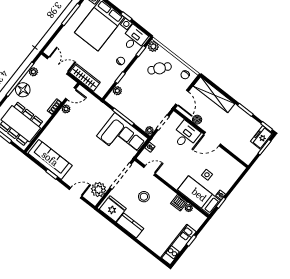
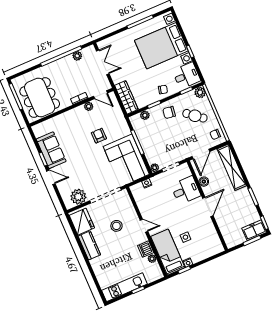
wardrobe: (85, 77) -> (126, 97), moved
chair: (136, 77) -> (169, 112), added
floor lamp: (23, 90) -> (59, 67), removed
armchair: (88, 129) -> (99, 136), added
door: (212, 139) -> (208, 207), swing flipped
sofa: (50, 159) -> (51, 150), width x0.73
door: (150, 170) -> (144, 226), moved
door: (76, 193) -> (51, 177), moved

